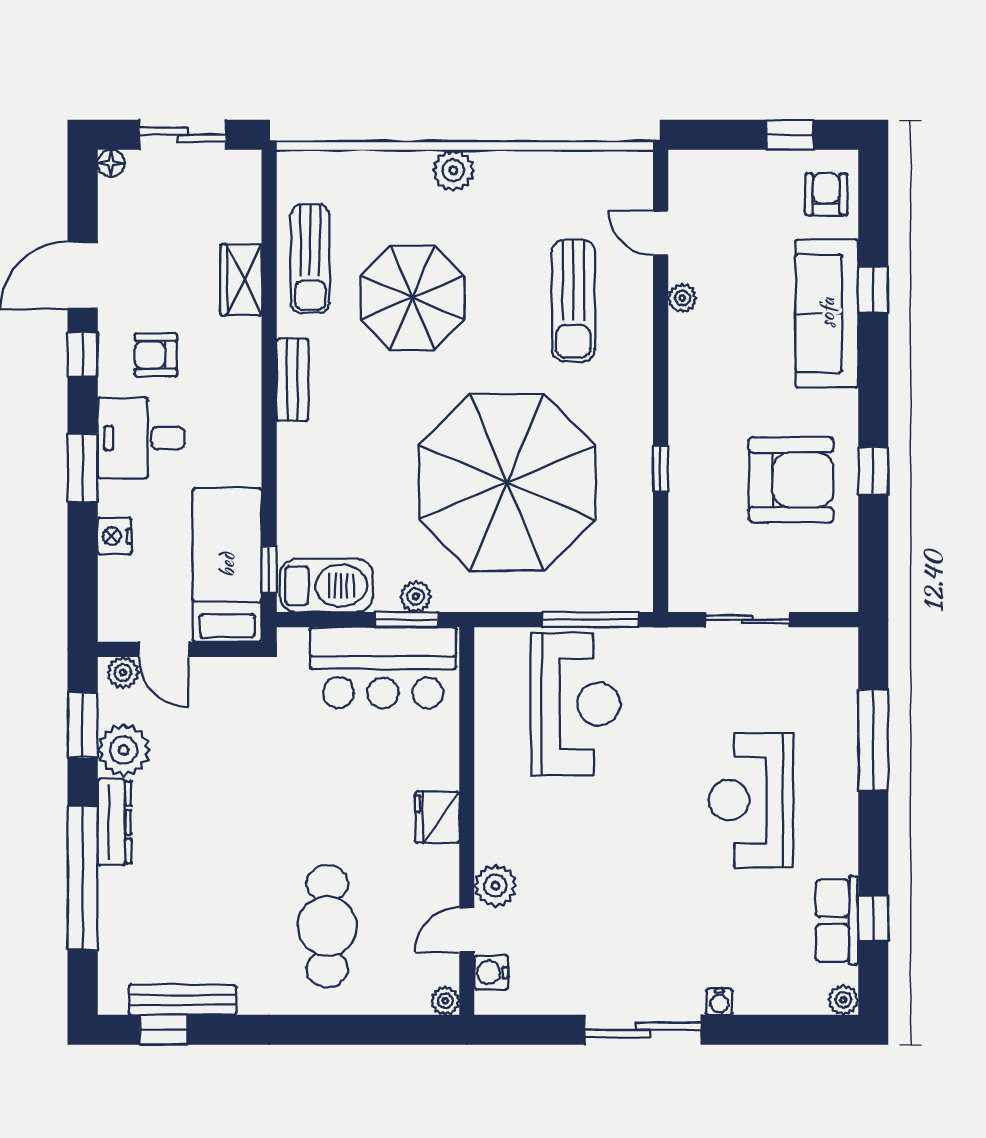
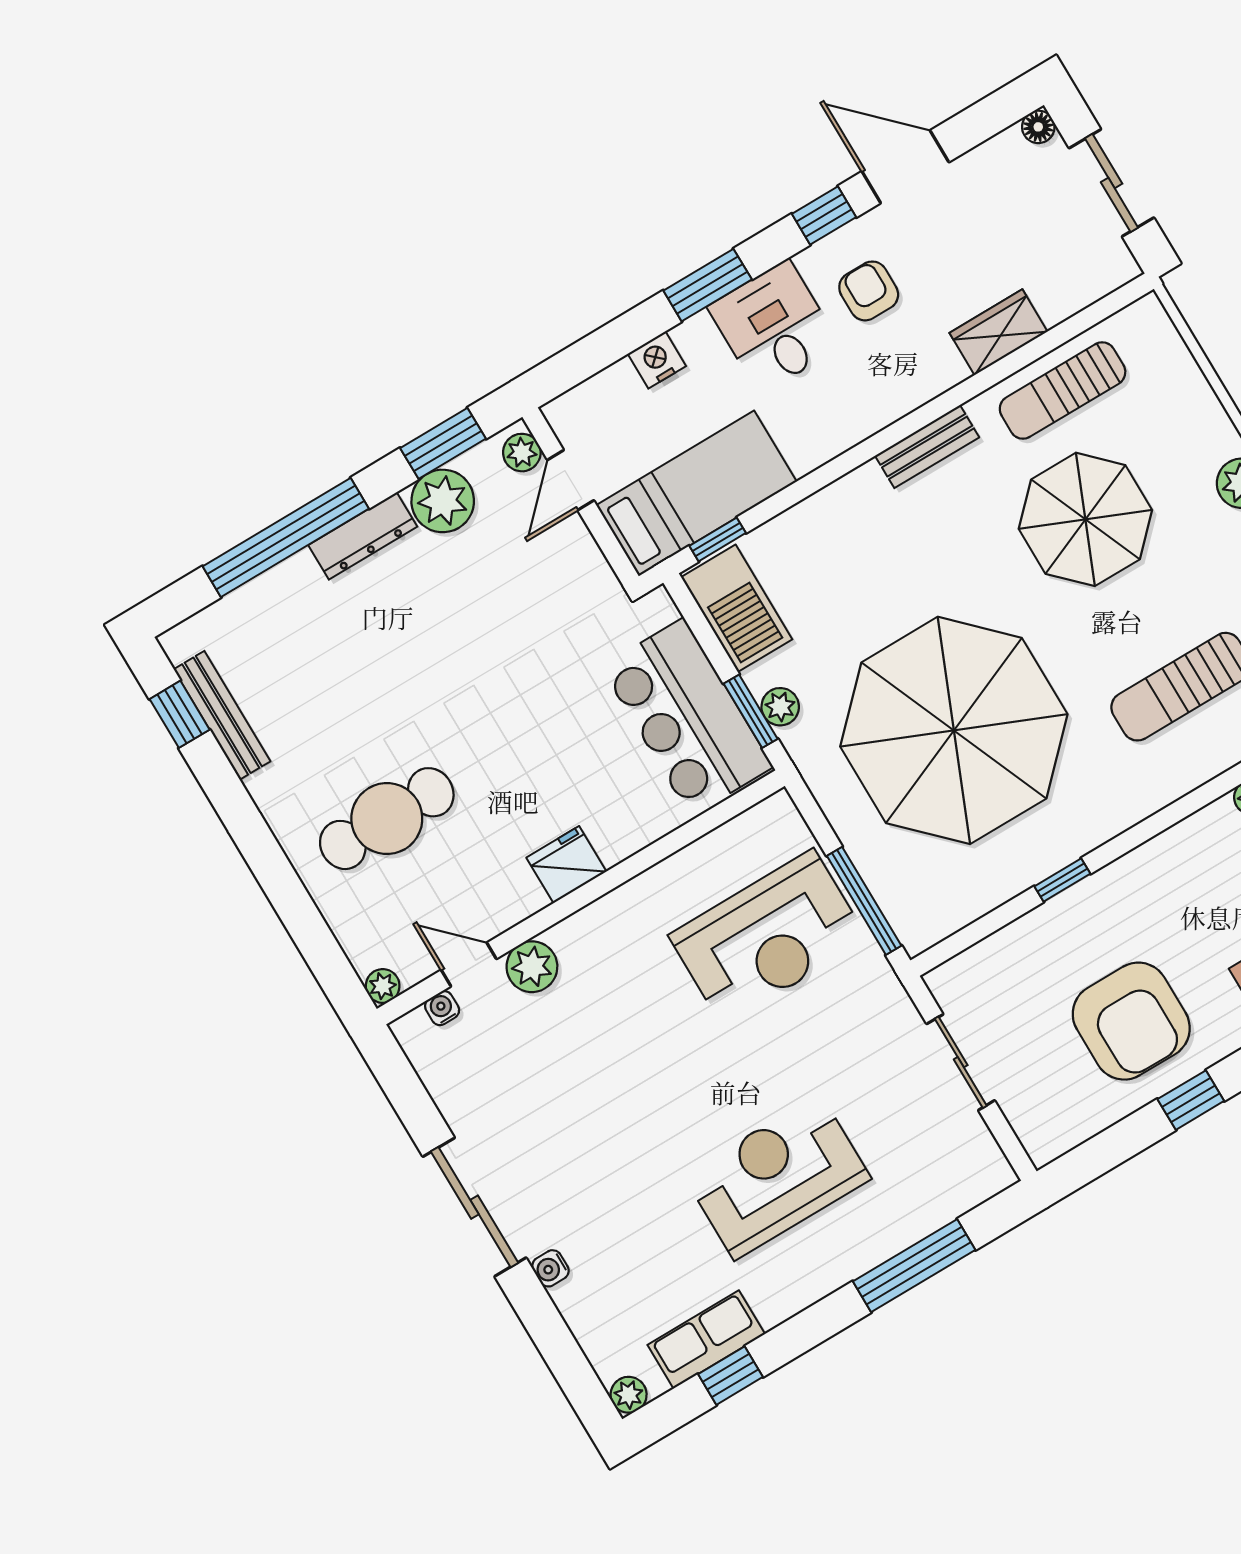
water cooler: (491, 972) -> (442, 1008), width x0.72, depth x0.72

